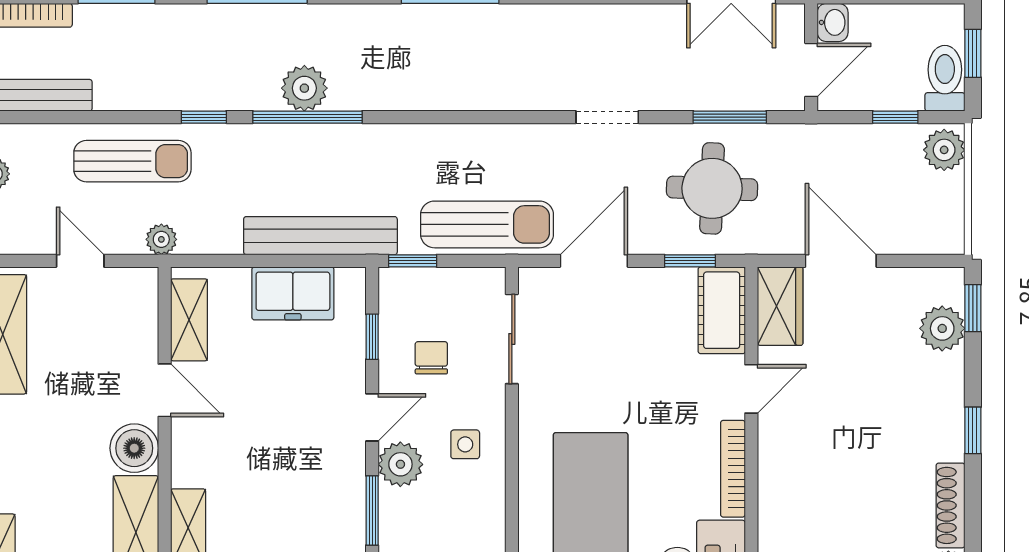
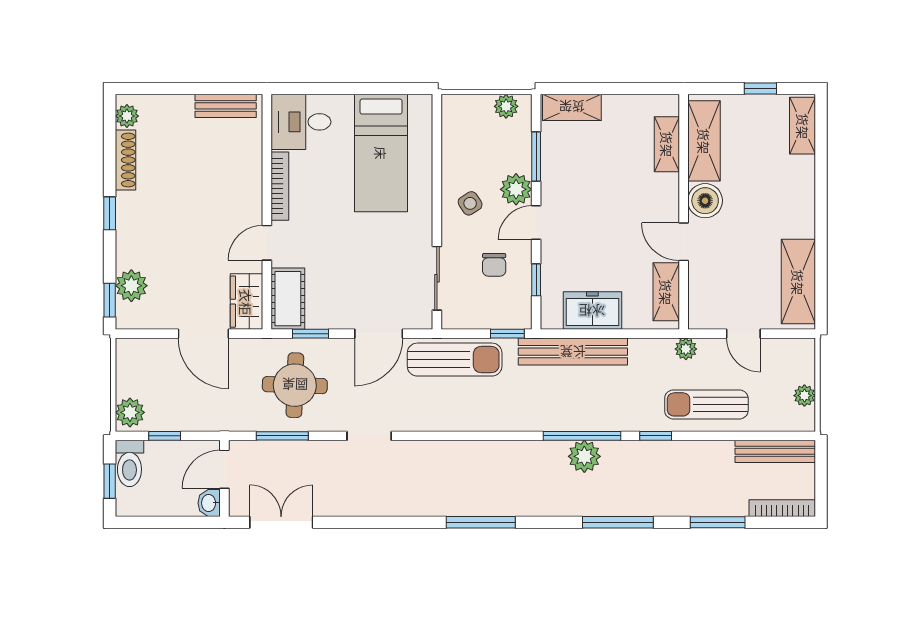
sun lounger: (487, 224) -> (455, 360), turned 180
side table: (465, 444) -> (470, 203), turned -33

